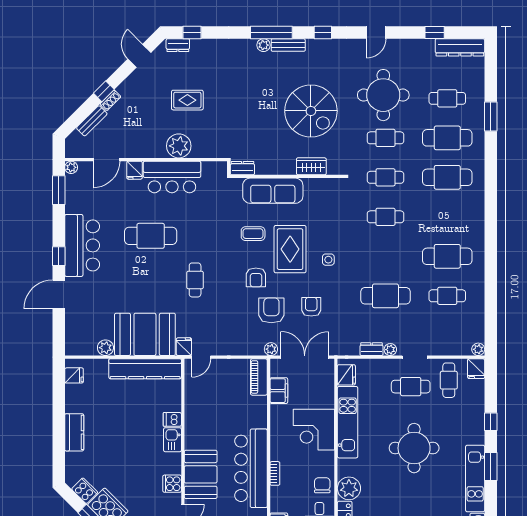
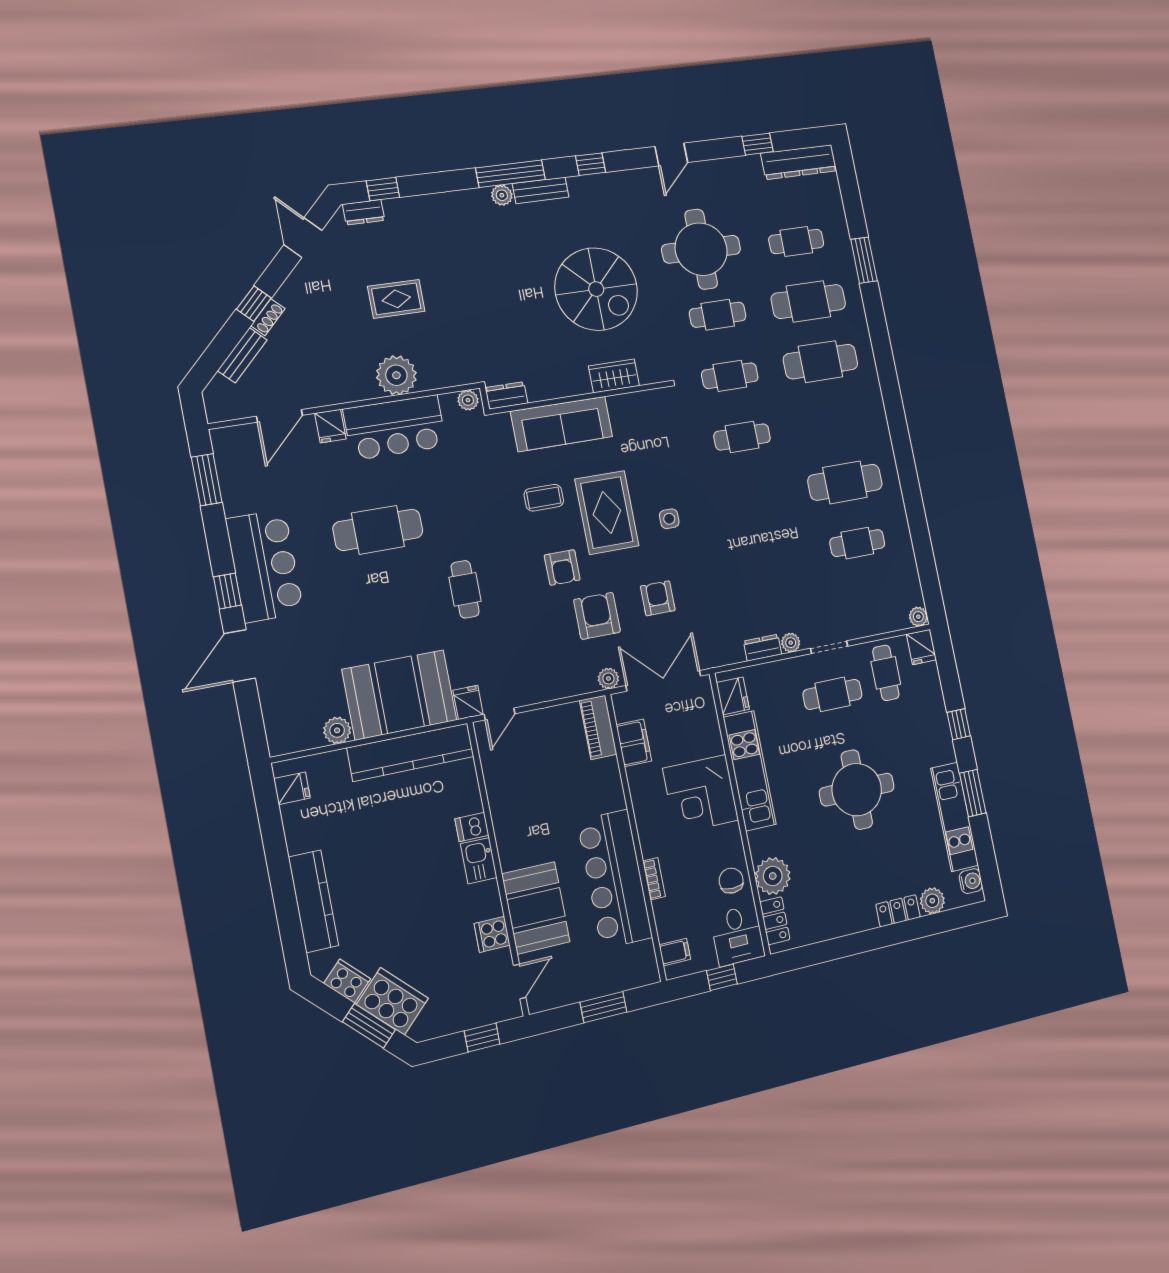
plant: (71, 167) -> (468, 400), moved
cafe table: (385, 296) -> (767, 560), removed
kitchen counter: (74, 432) -> (313, 901), width x1.50

